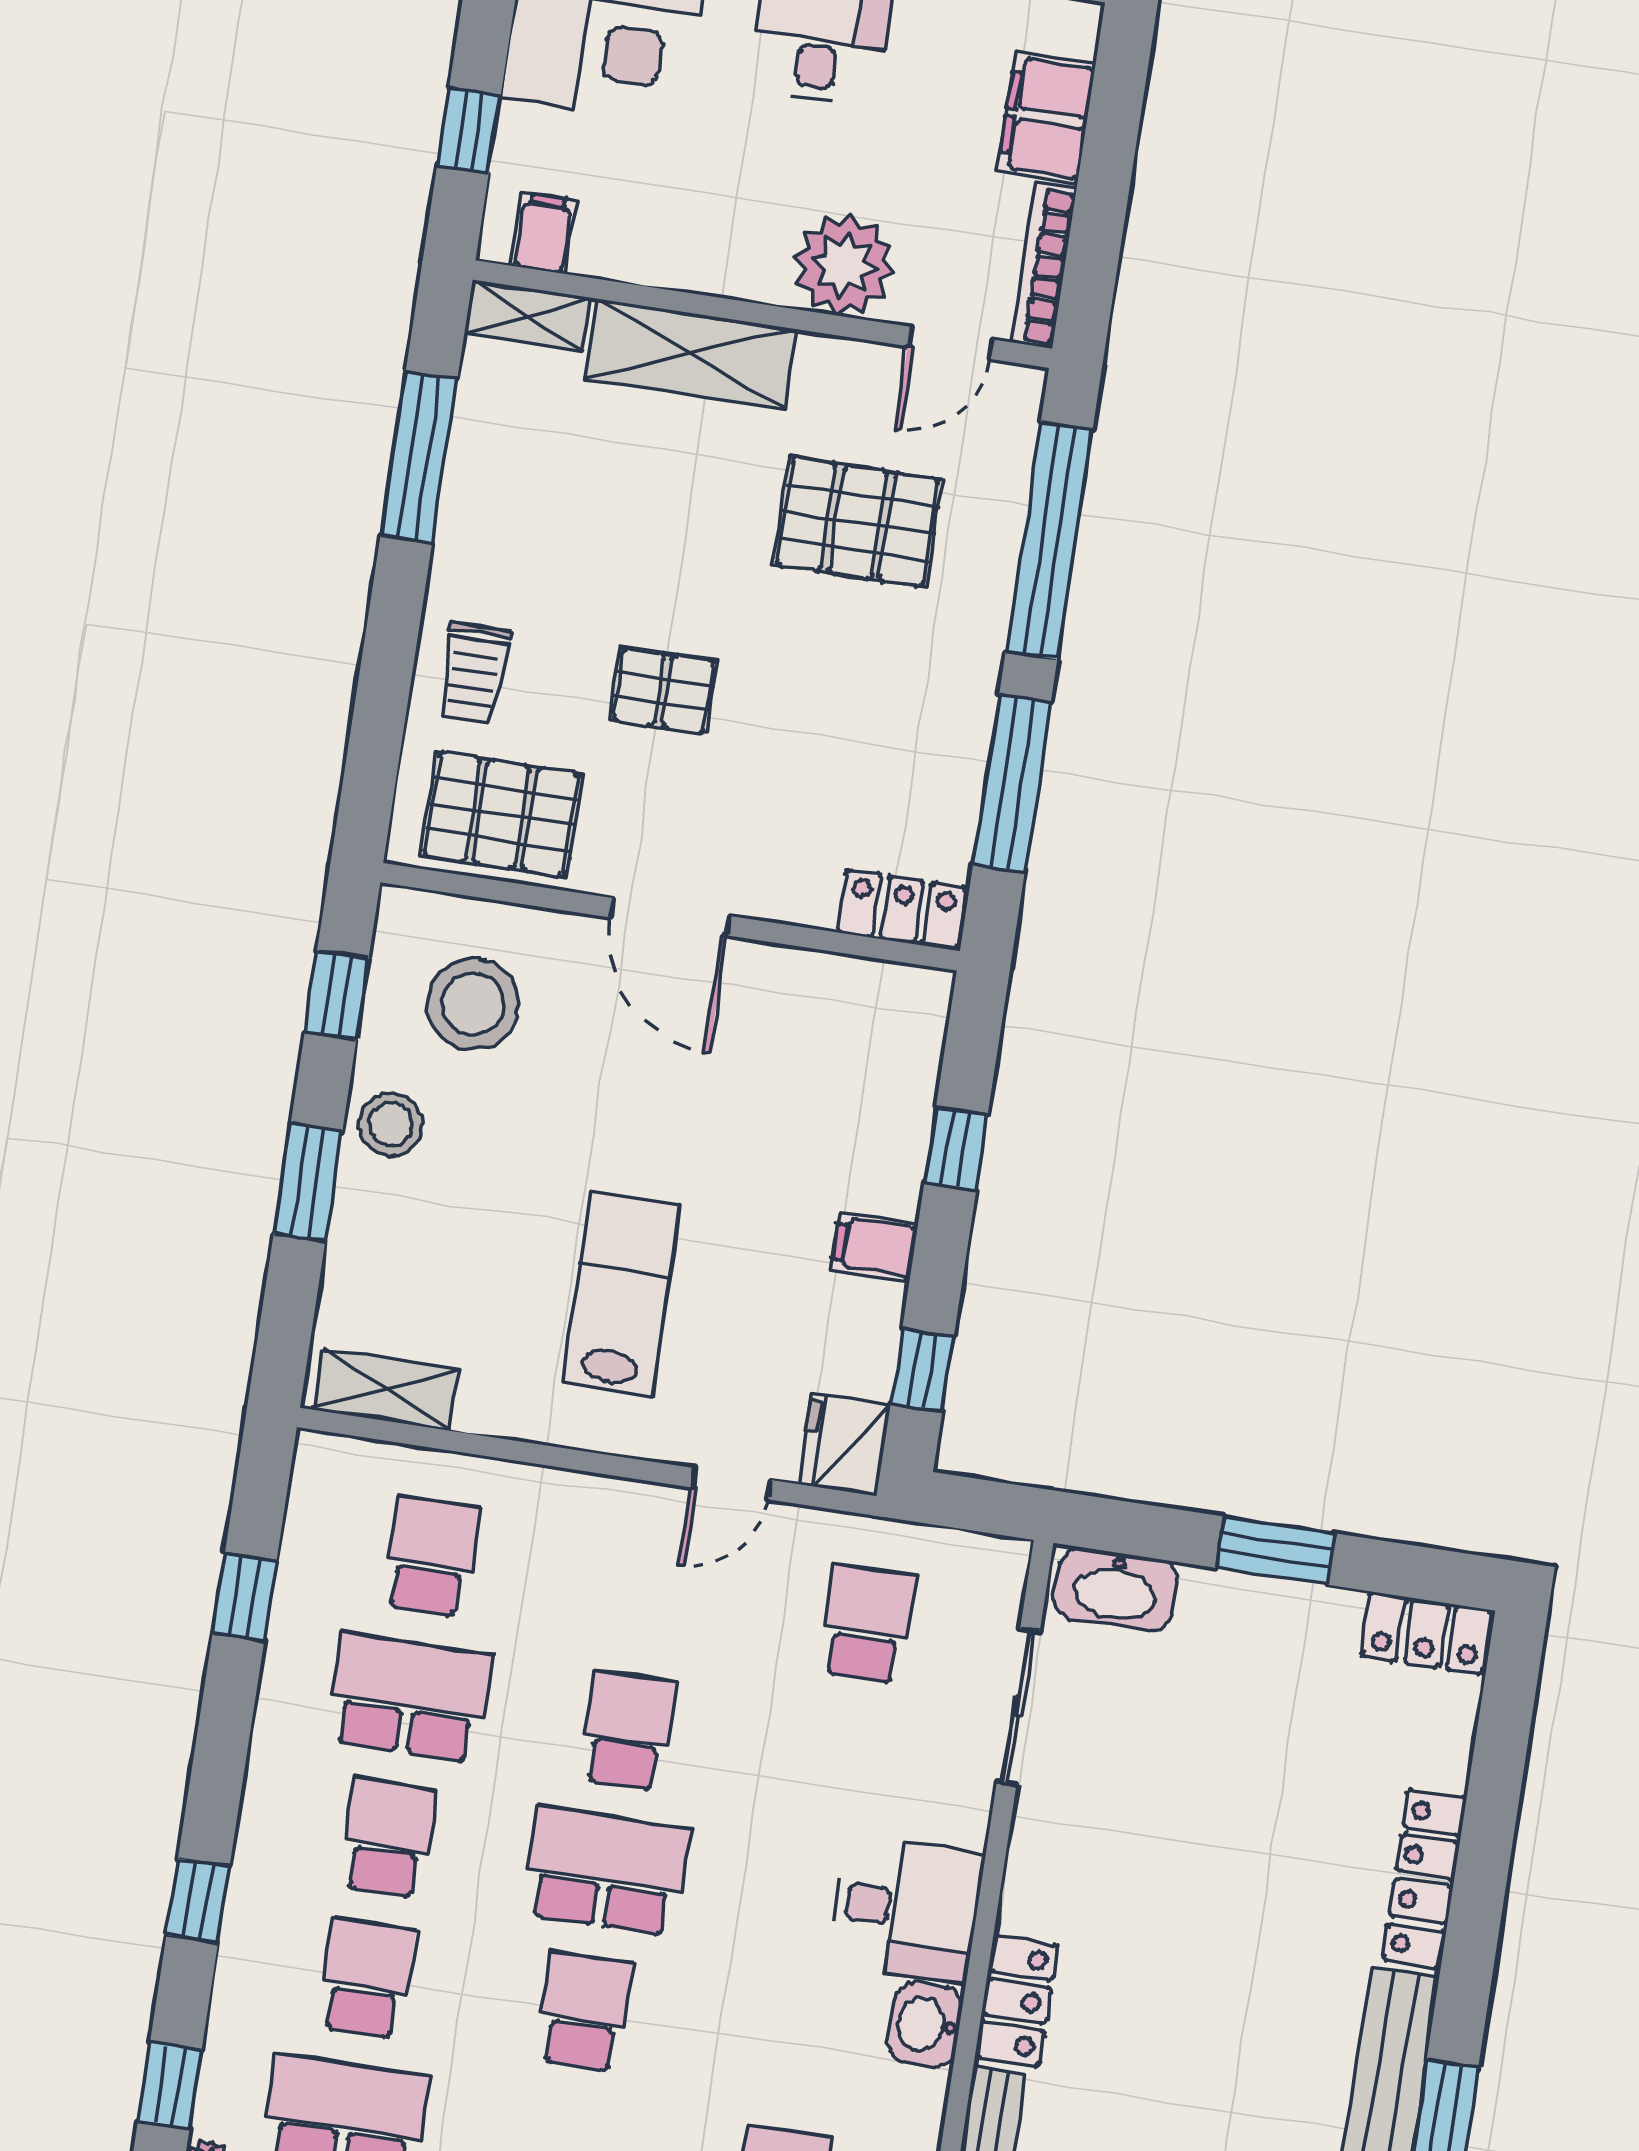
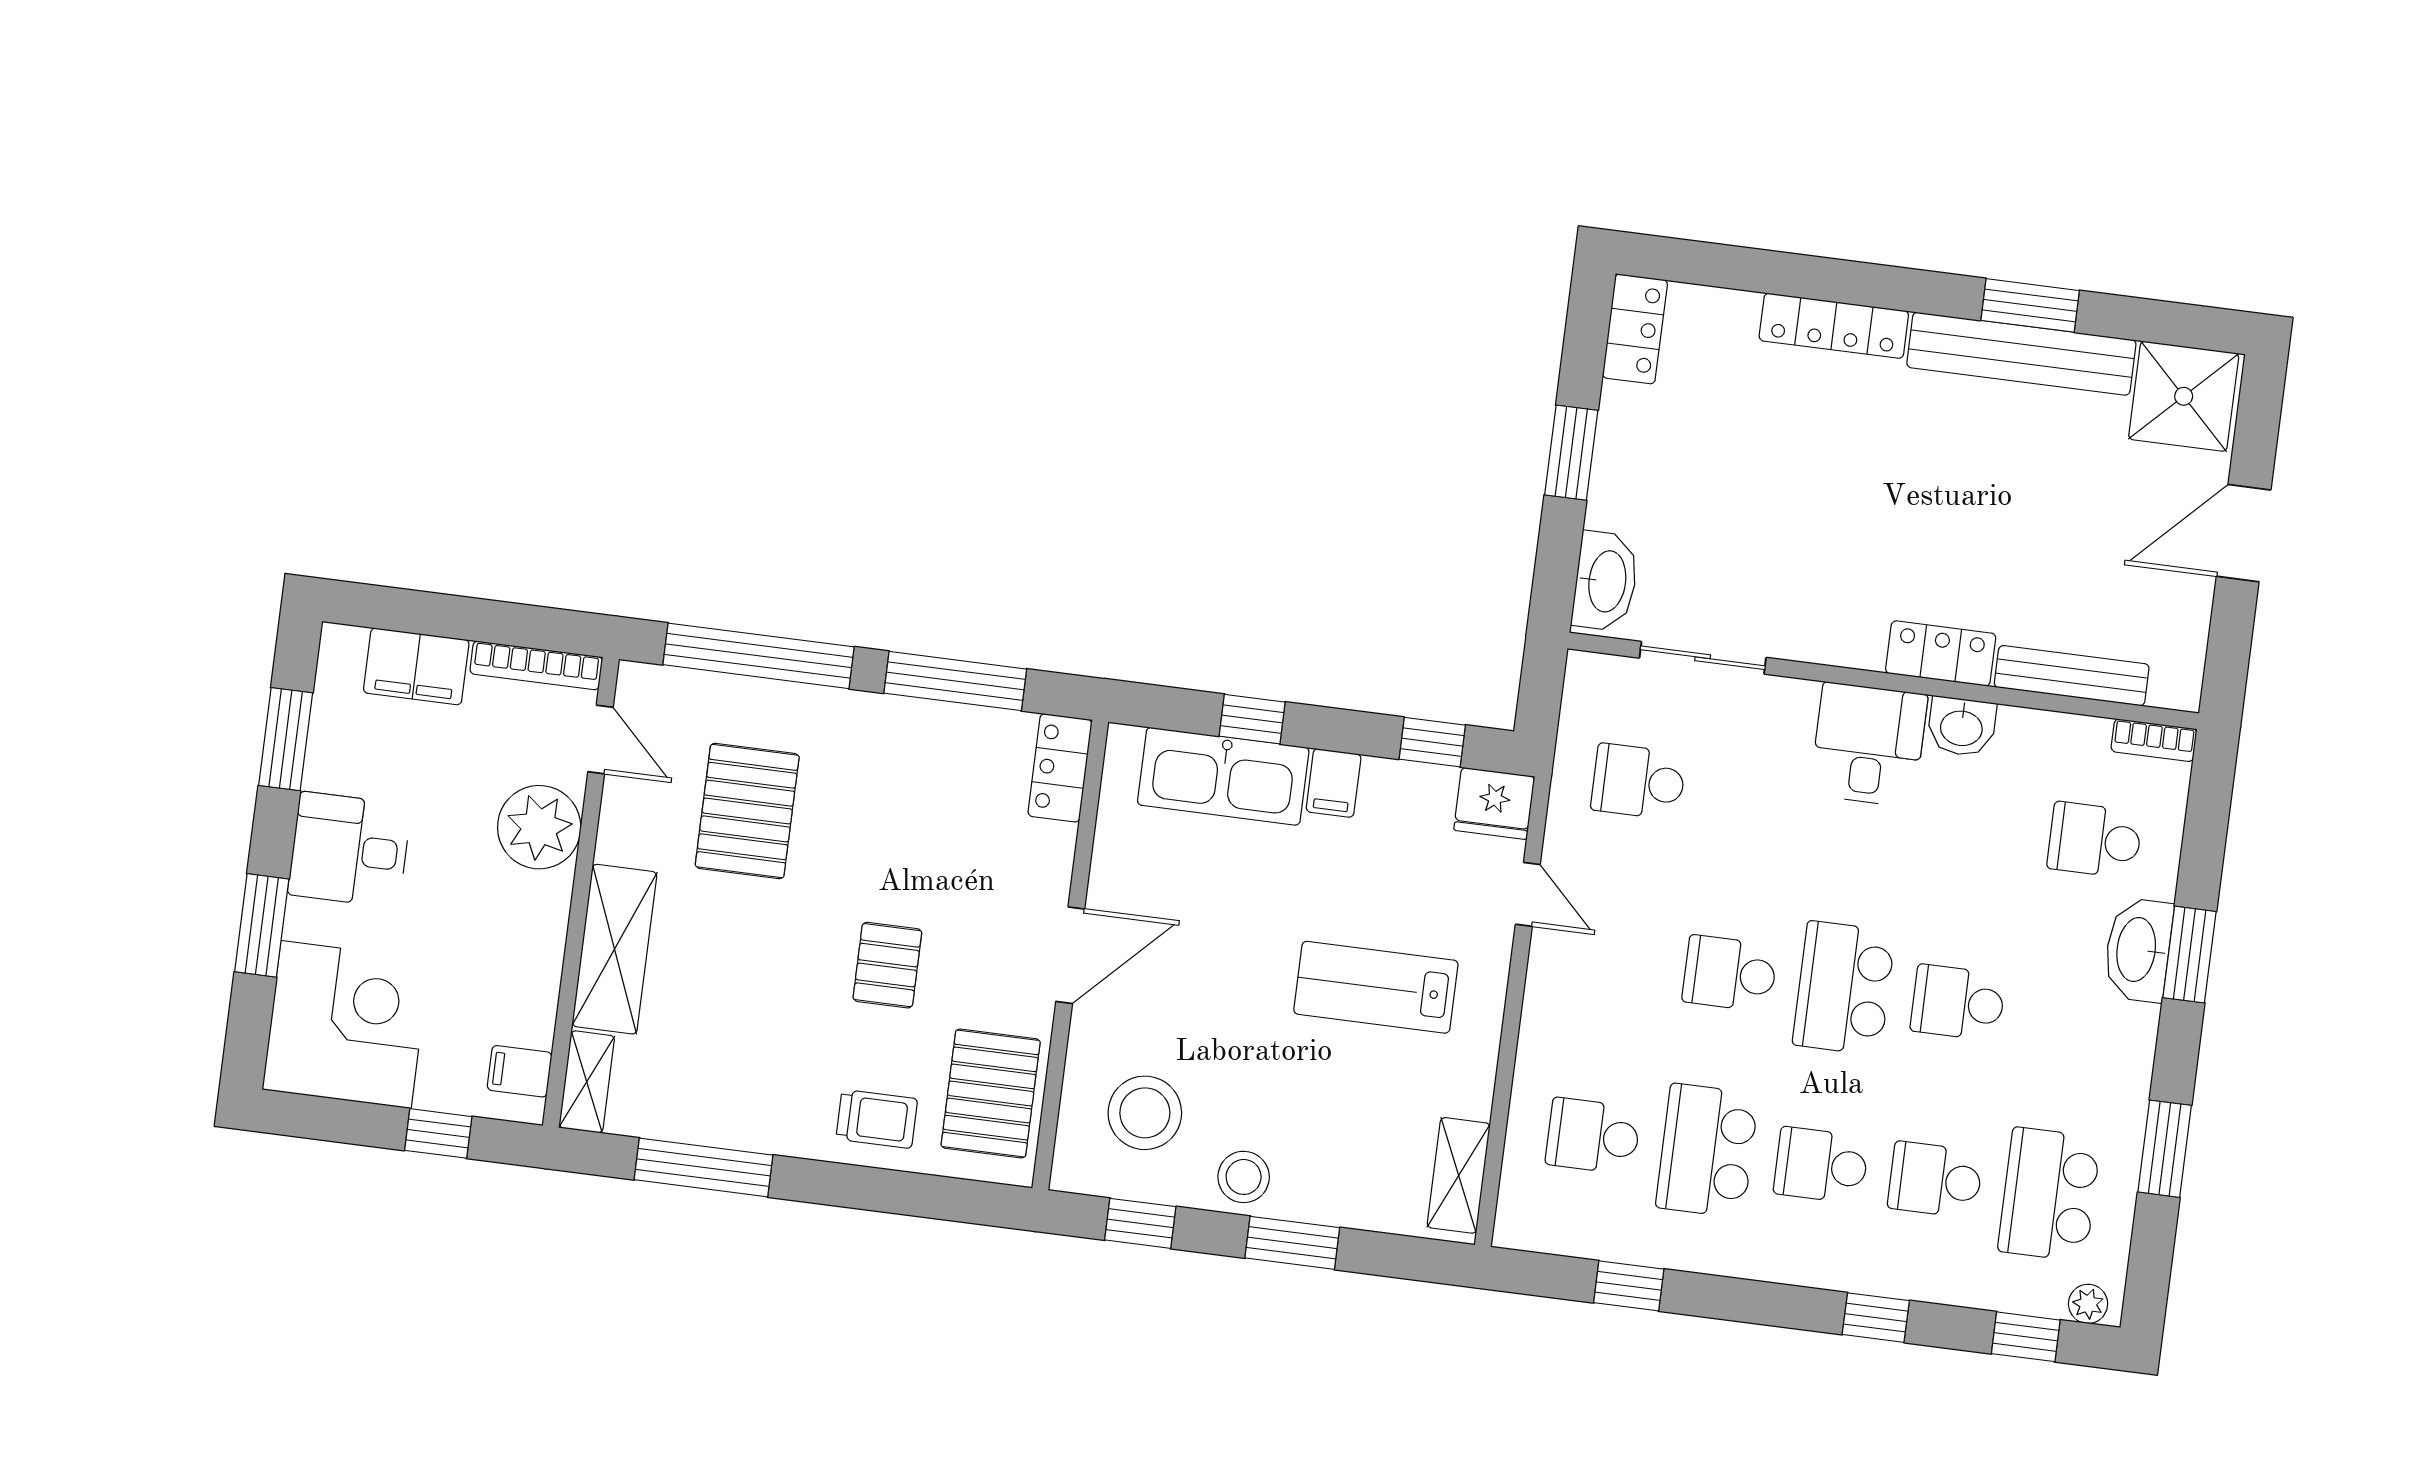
kitchen sink: (886, 1111) -> (1223, 776), added

